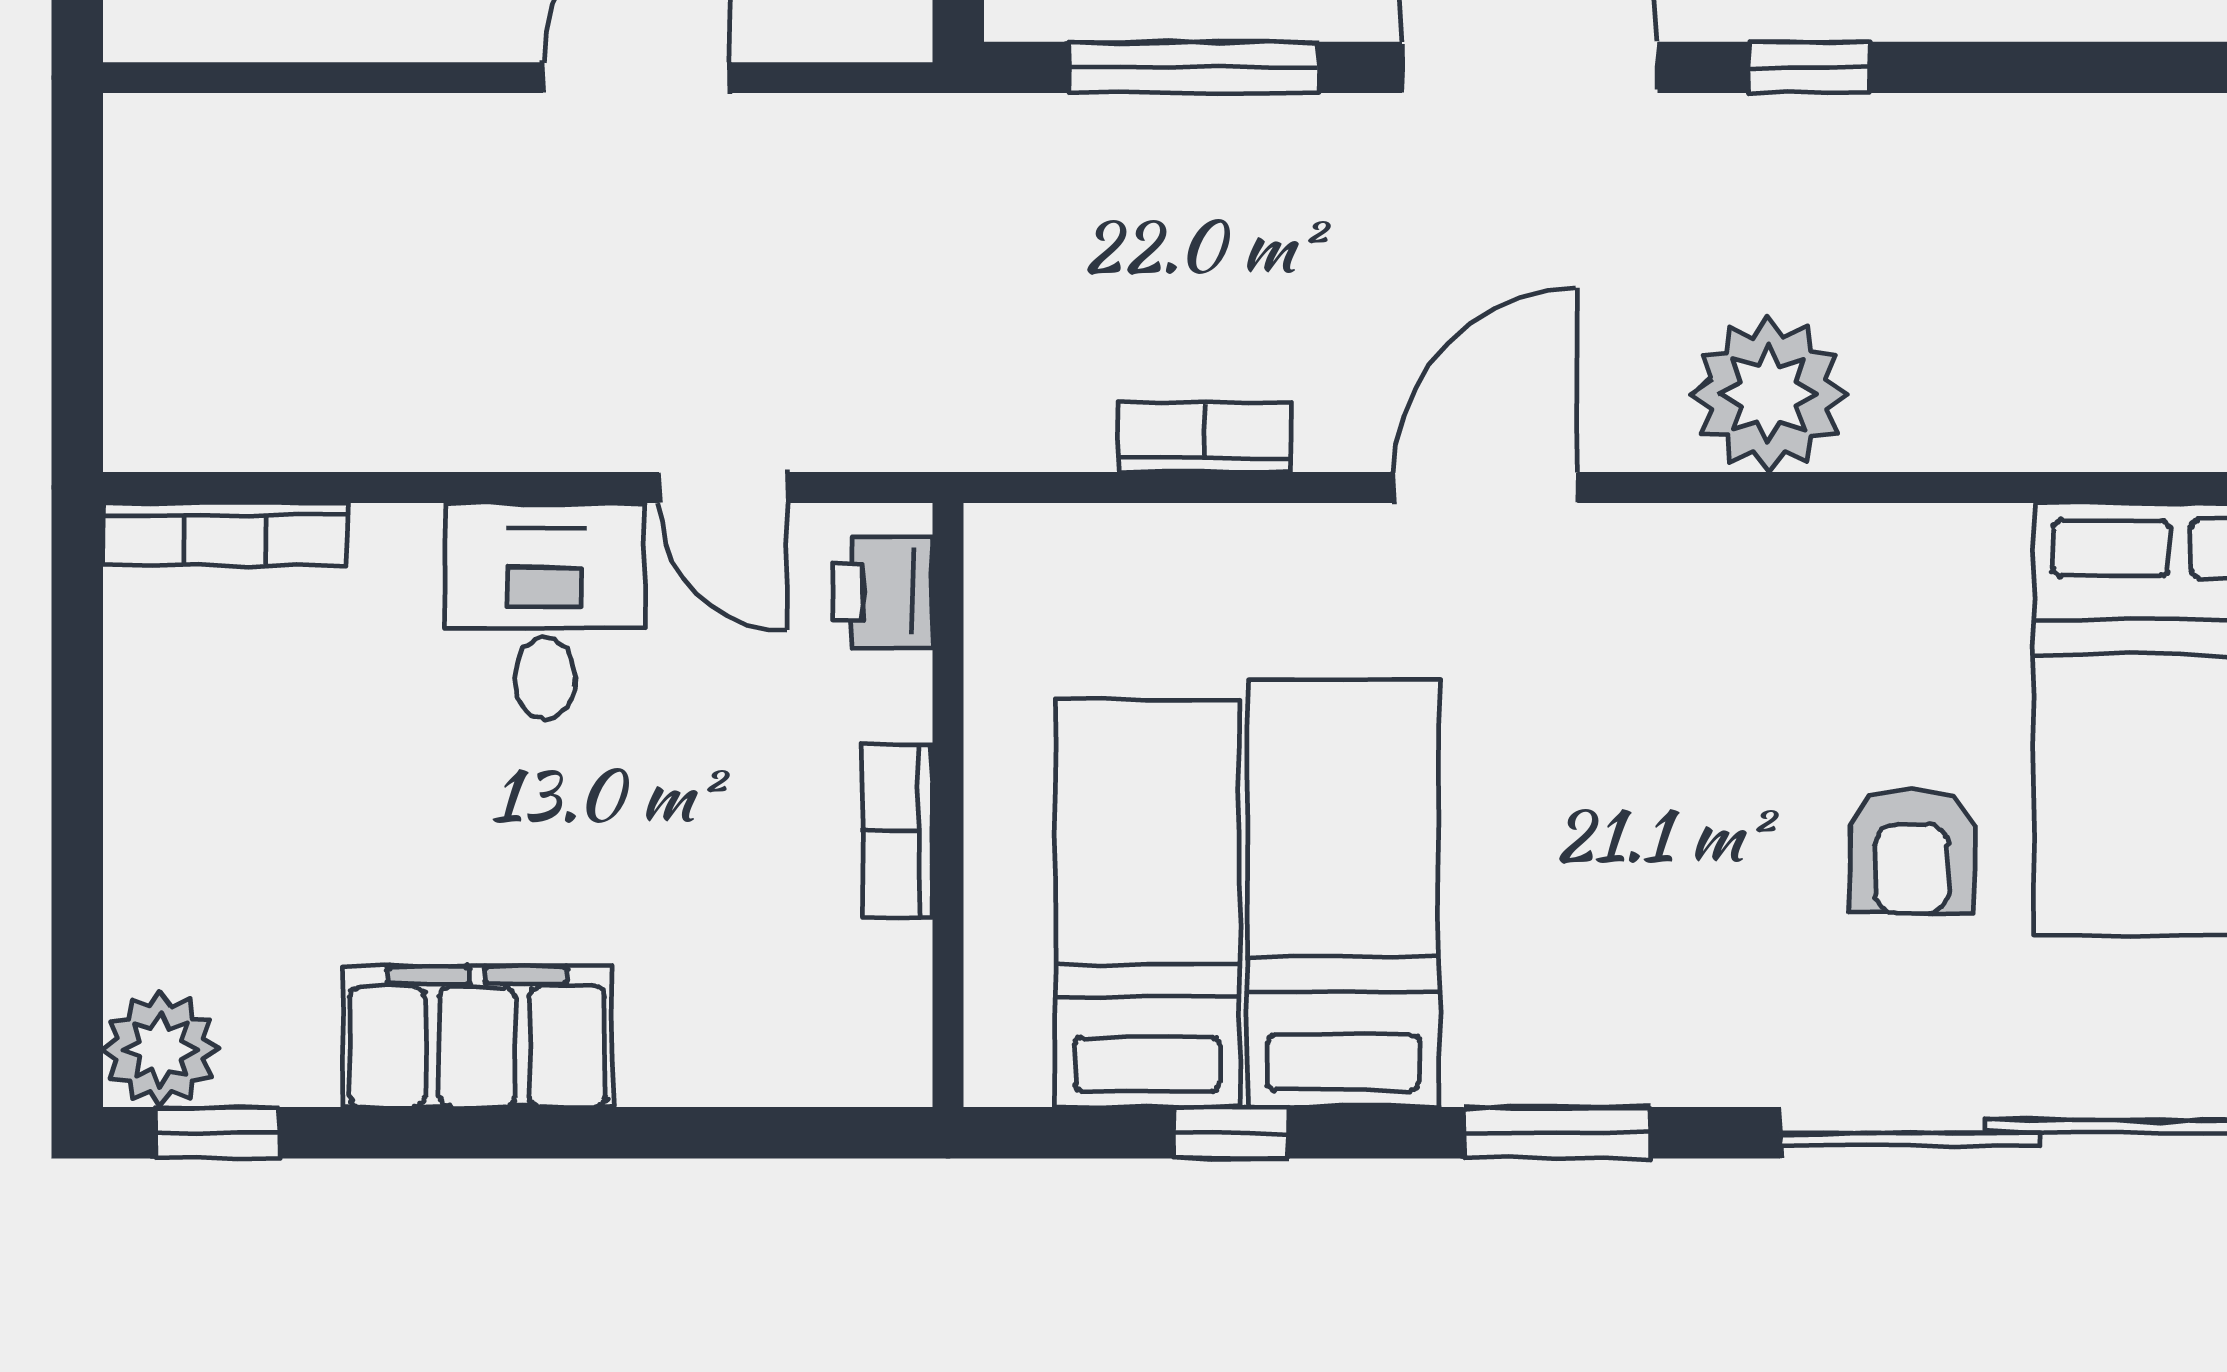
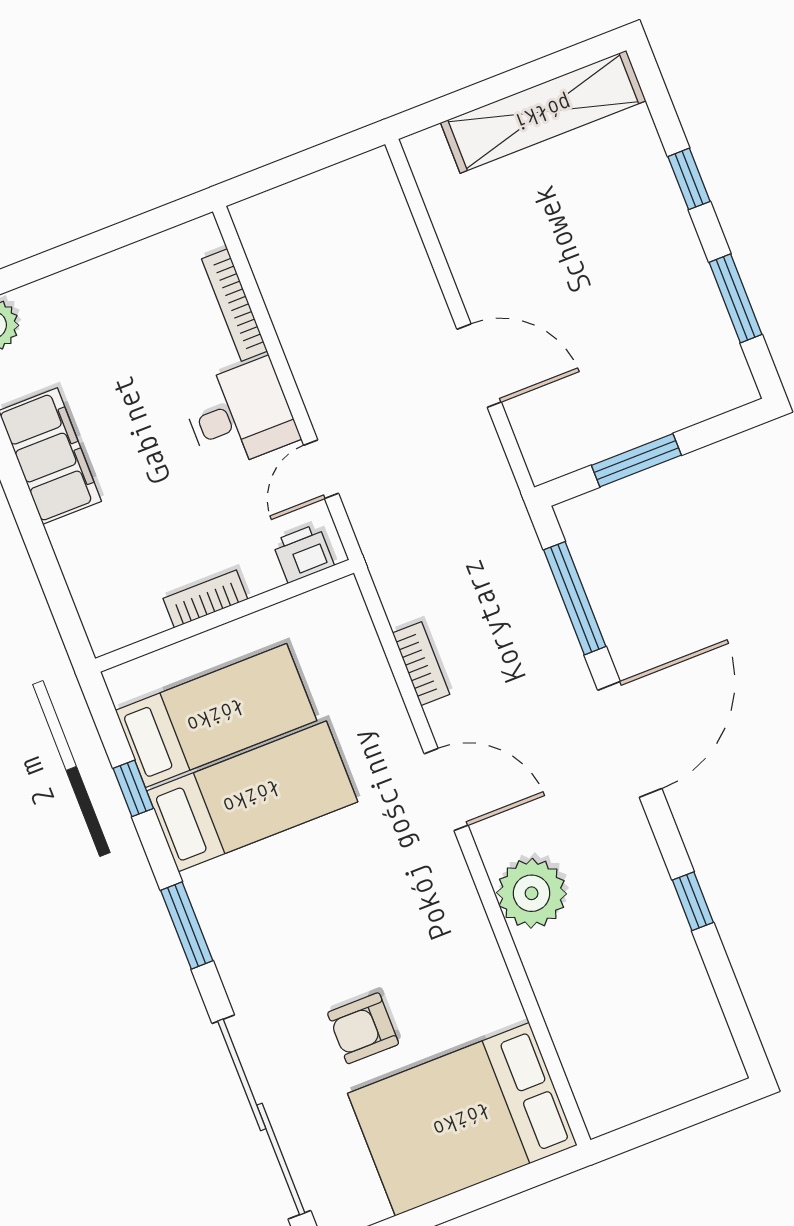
window: (1809, 67) -> (693, 901), moved
bookcase: (225, 534) -> (235, 305), moved

